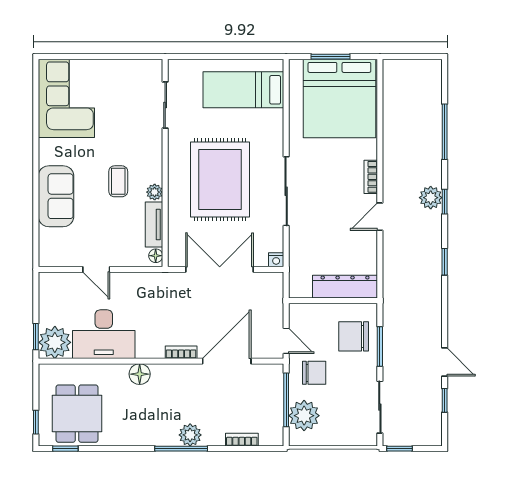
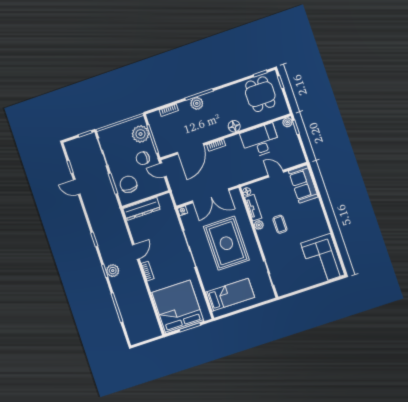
sofa: (56, 196) -> (303, 184), moved
chair: (354, 336) -> (128, 184), turned -90
plant: (55, 342) -> (287, 122), width x0.53, depth x0.53

